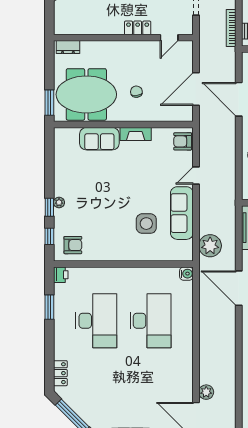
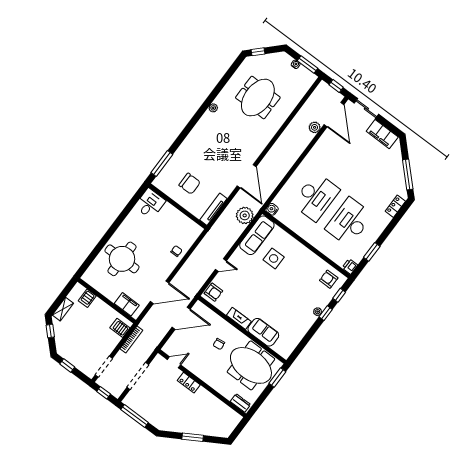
door: (239, 99) -> (160, 292), hinge flipped
sofa: (182, 213) -> (257, 235), moved
desk: (150, 321) -> (316, 197), turned 180

